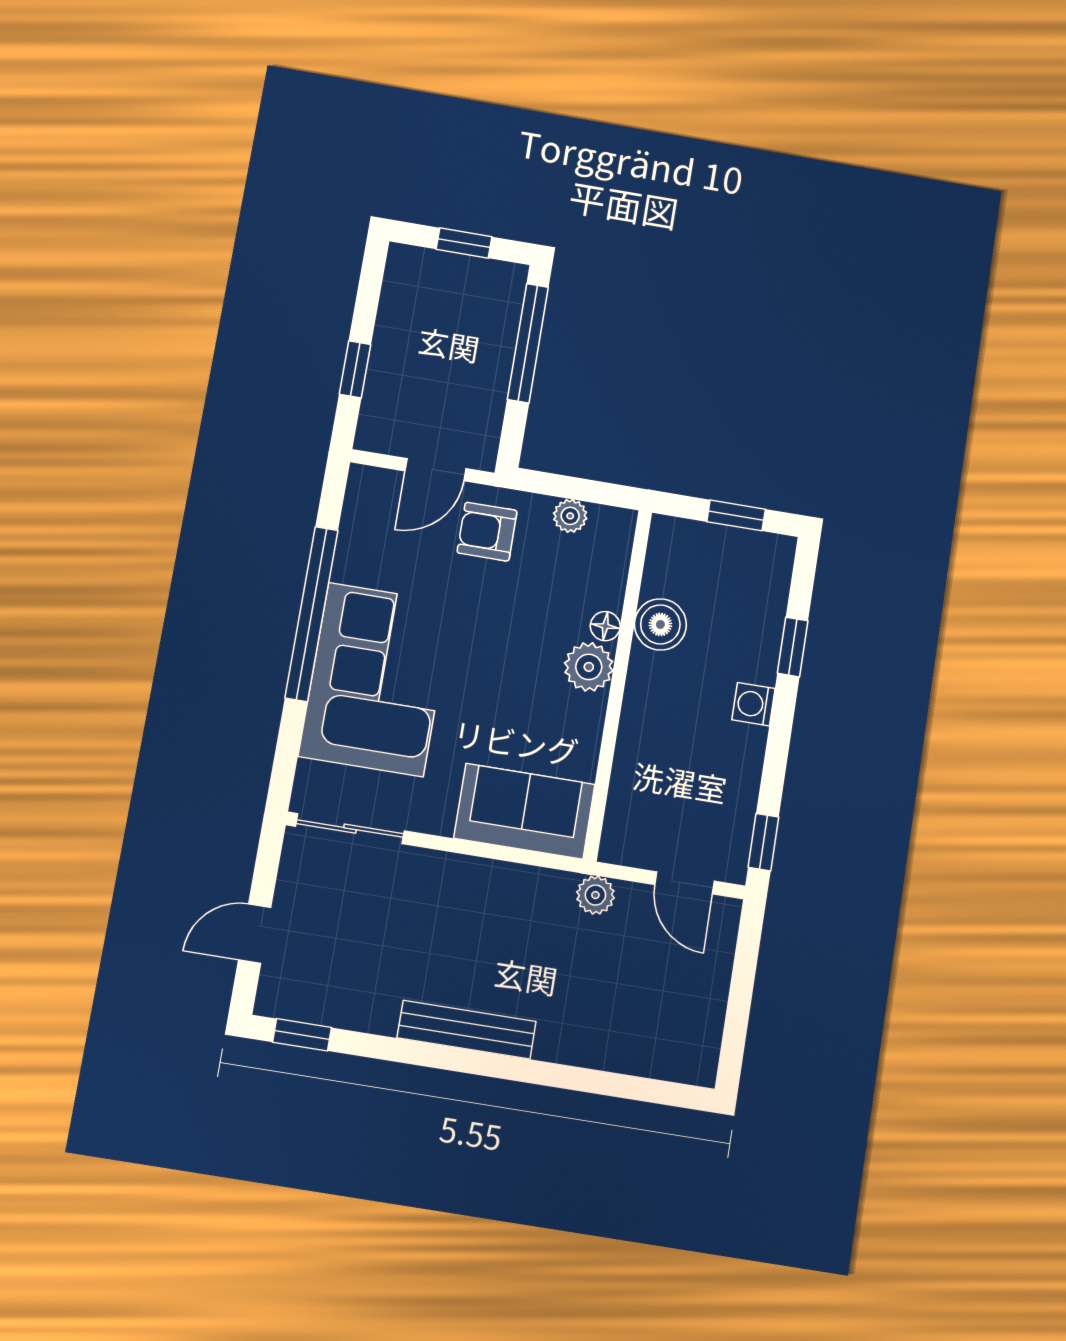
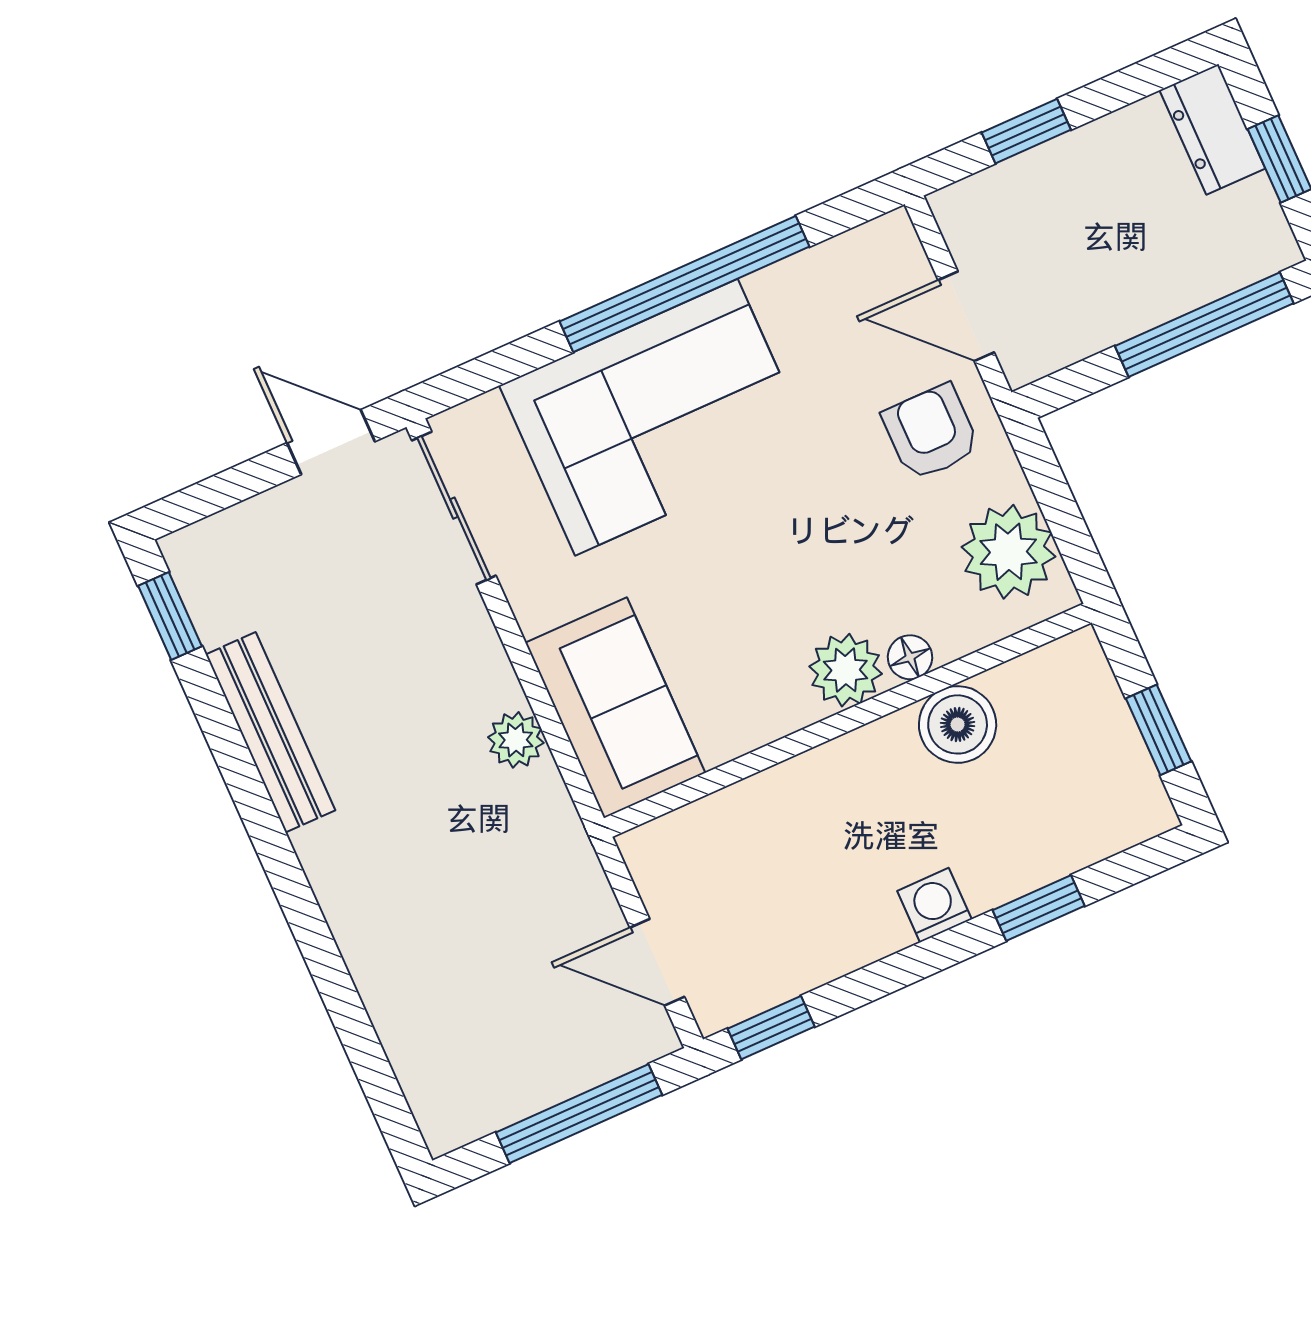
dresser: (423, 268) -> (1212, 129), added
plant: (570, 516) -> (1008, 552), width x1.87, depth x1.87
door: (684, 883) -> (657, 962), hinge flipped
plant: (595, 895) -> (516, 740), moved
door: (255, 934) -> (331, 442), moved
window: (742, 985) -> (579, 1114), added
bench: (467, 1030) -> (271, 732), moved

